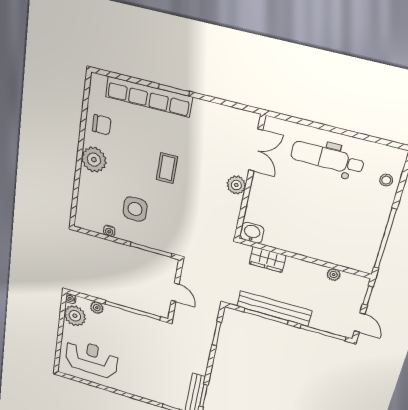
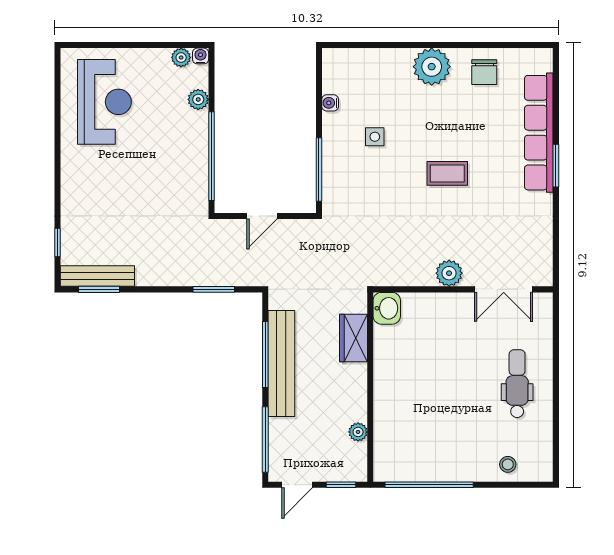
dental chair: (327, 158) -> (517, 384), width x0.73, depth x0.72
side table: (135, 209) -> (375, 137), width x0.54, depth x0.54
plant: (75, 316) -> (181, 58), width x0.53, depth x0.53

